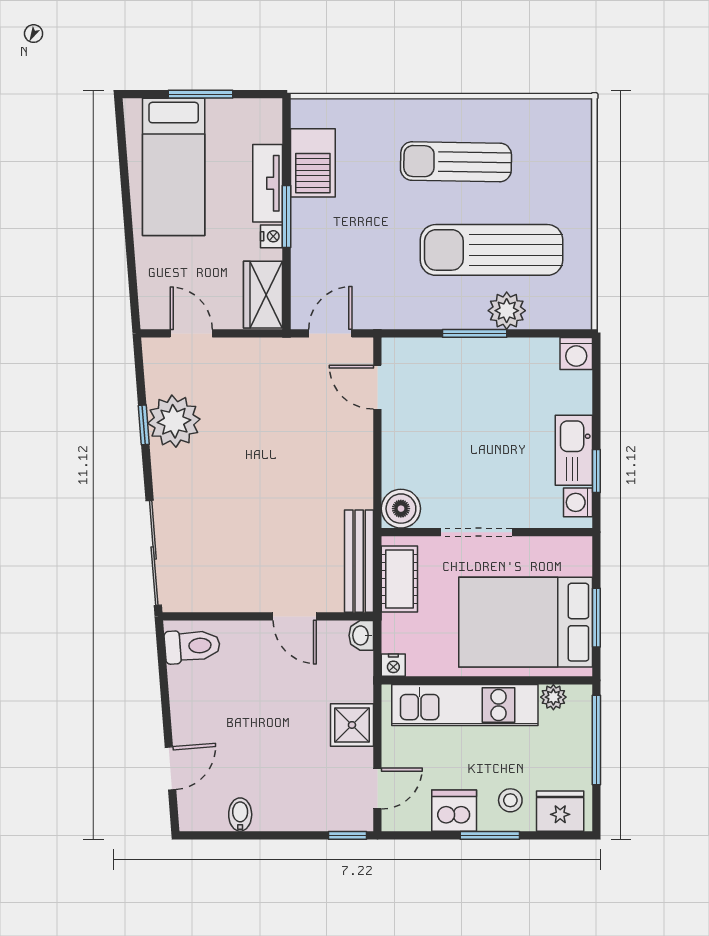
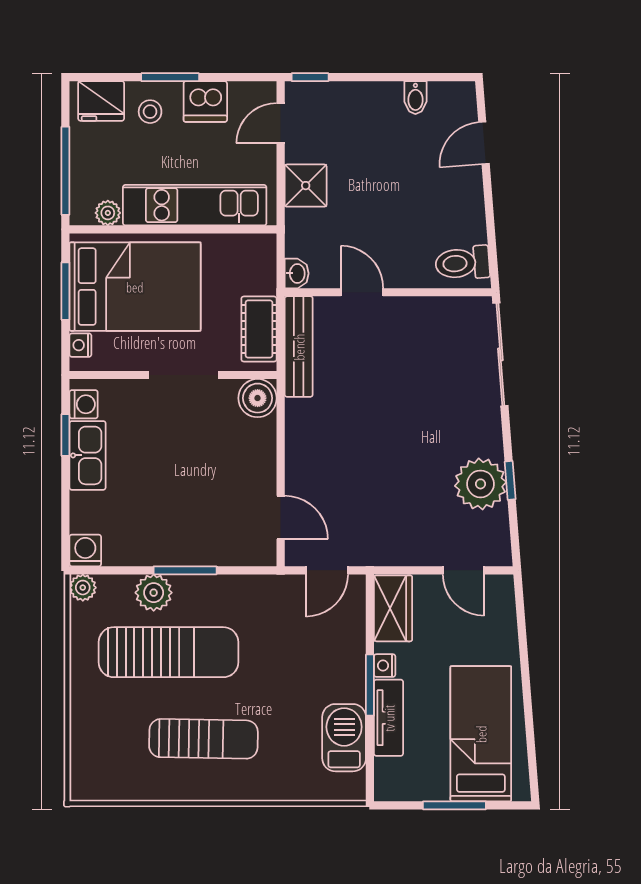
plant: (579, 316) -> (83, 588), added
nightstand: (393, 665) -> (80, 345), moved, turned -90

